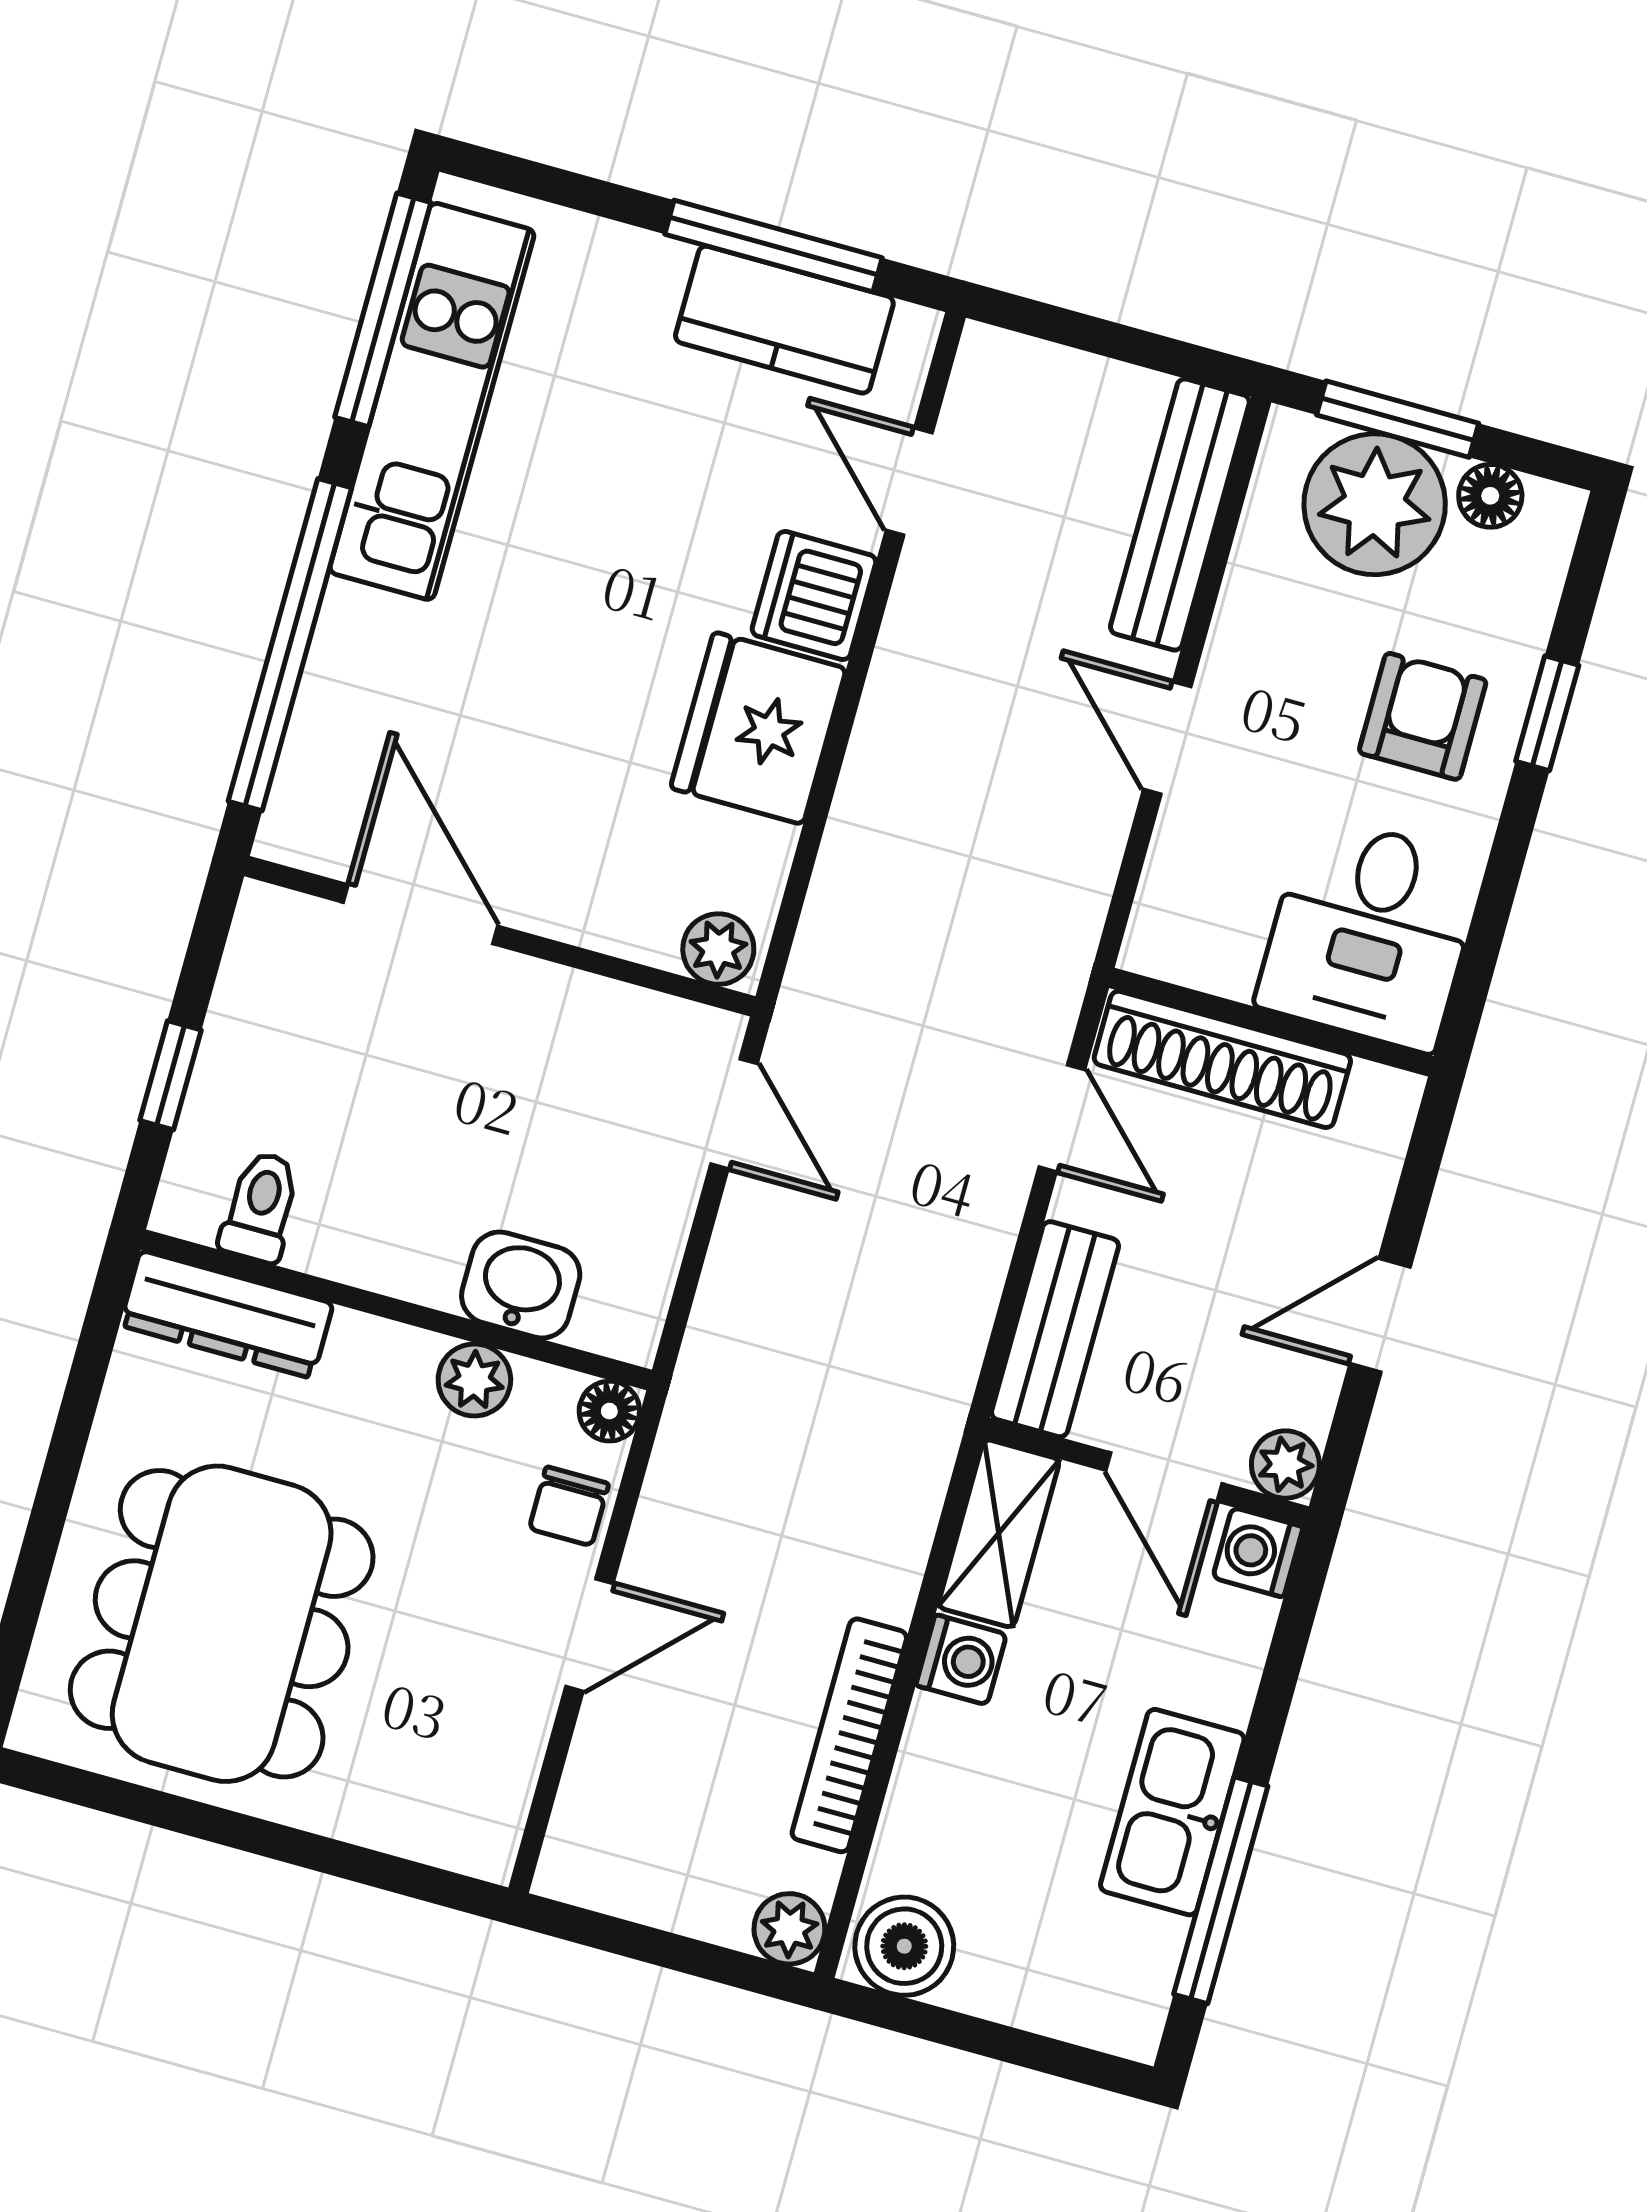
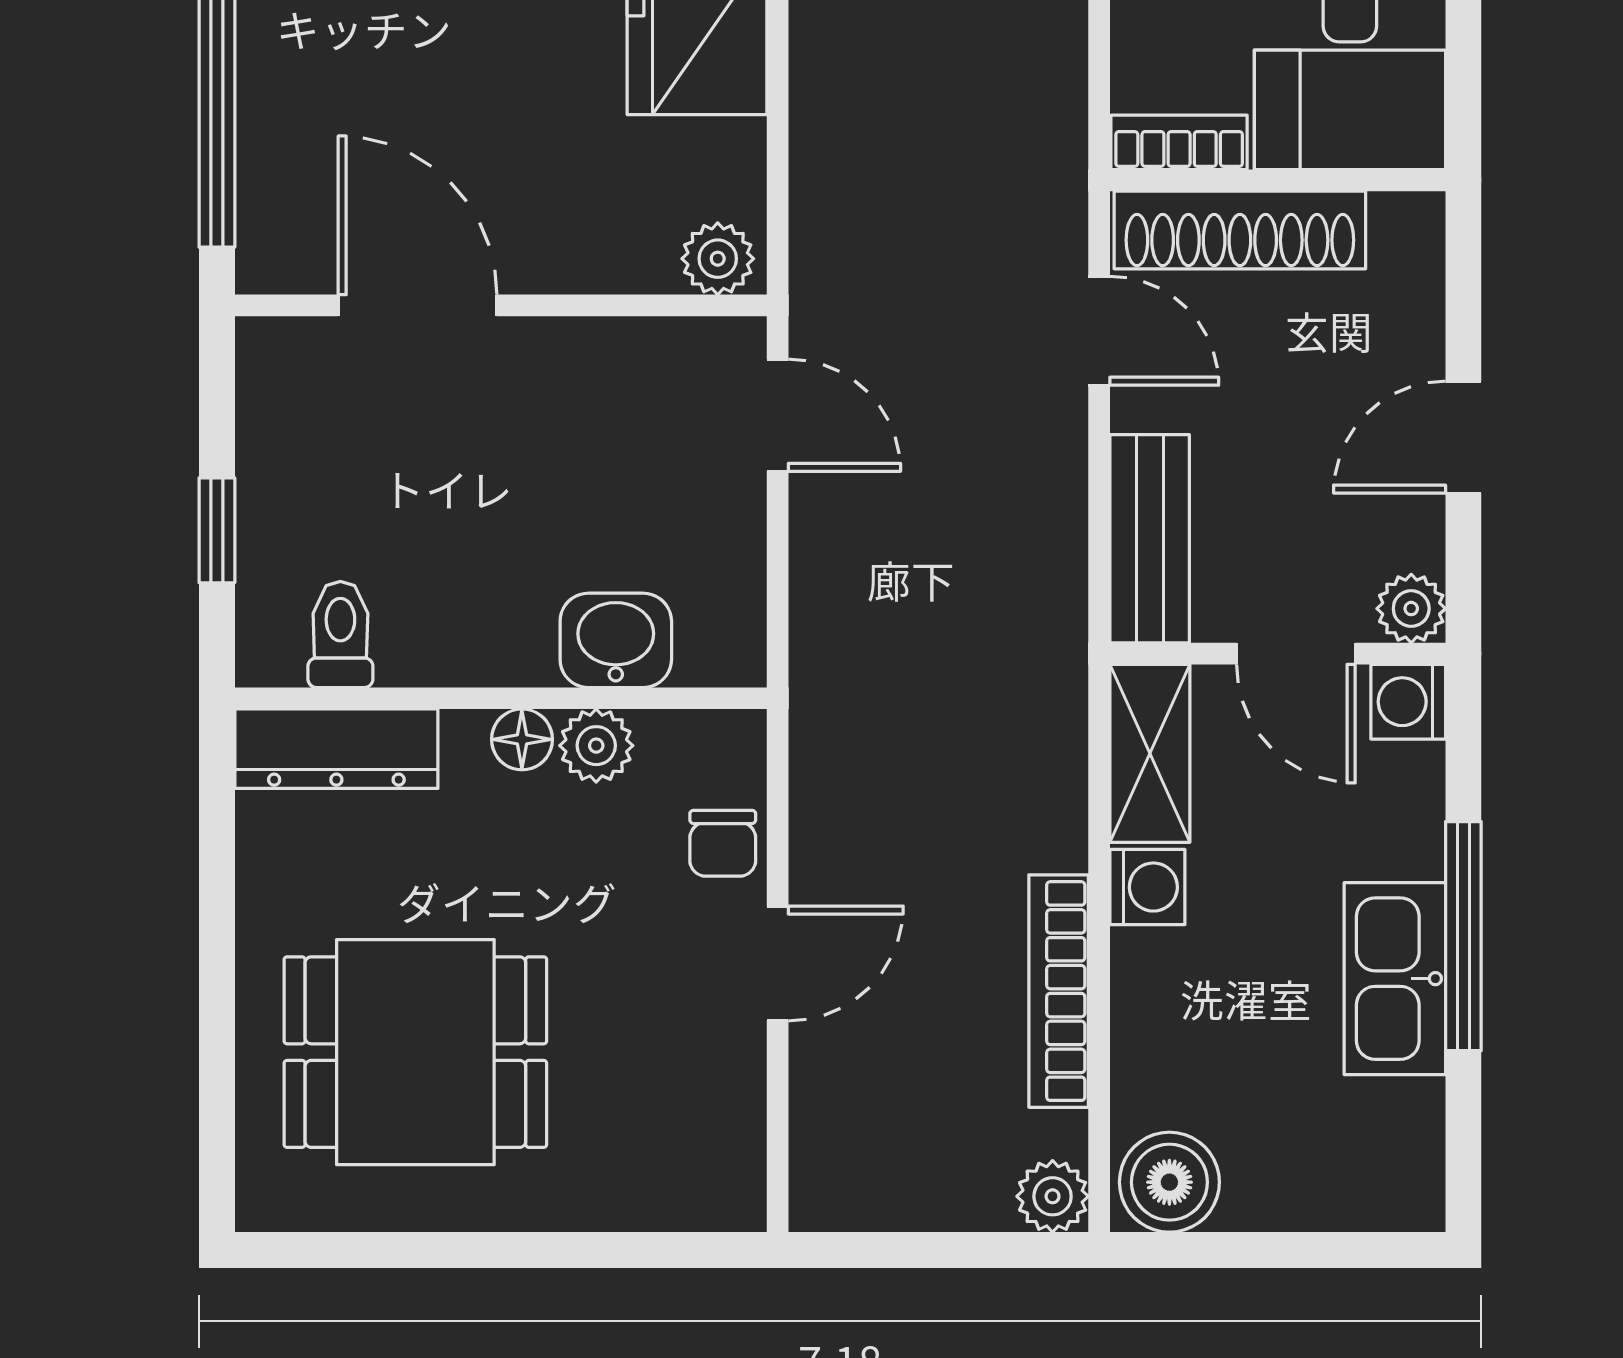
bookcase: (1188, 960) -> (1179, 142), added
floor lamp: (609, 1411) -> (522, 739), moved
dining table: (222, 1624) -> (415, 1052), width x0.73
window: (1221, 1890) -> (1463, 936), moved

